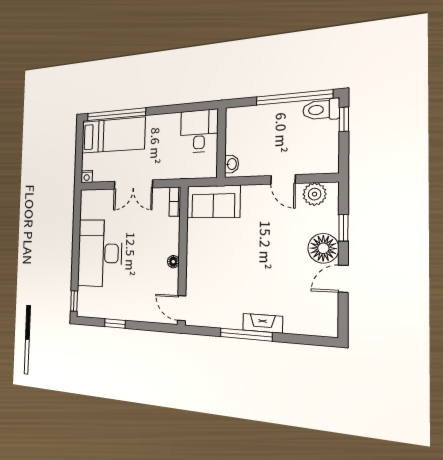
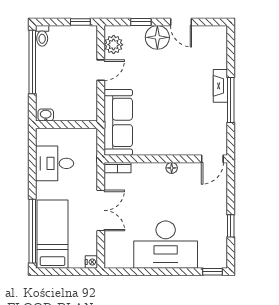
toilet: (321, 110) -> (42, 36), width x0.73, depth x0.72
window: (344, 119) -> (80, 22), moved
desk: (199, 131) -> (55, 163), moved
washbasin: (232, 164) -> (46, 115), moved
sofa: (213, 202) -> (118, 122), width x1.36

